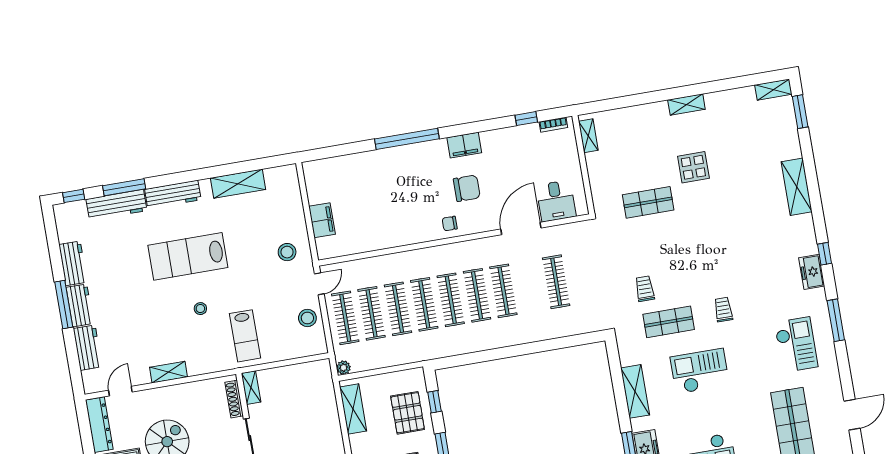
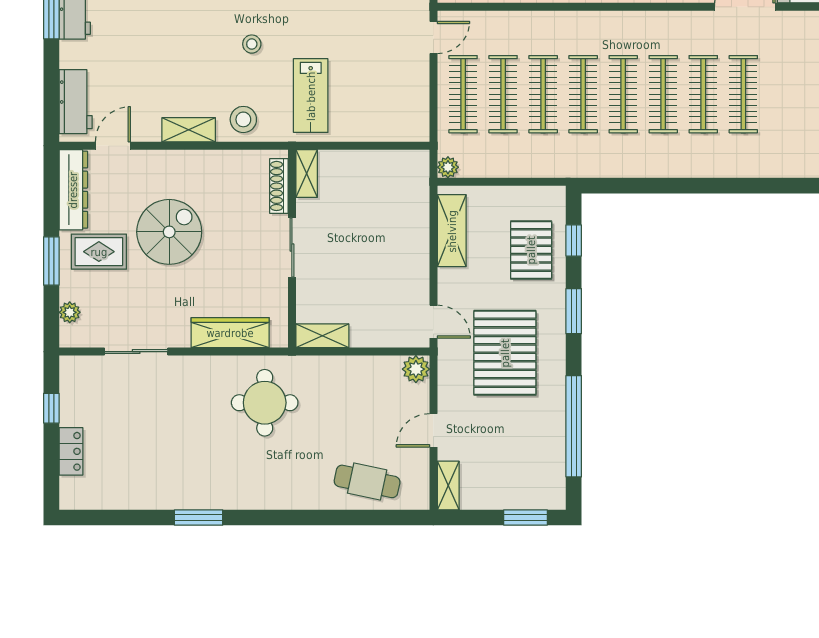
clothes rail: (556, 282) -> (743, 94), moved
stool: (307, 318) -> (243, 119), moved
workbench: (88, 348) -> (76, 102), moved

